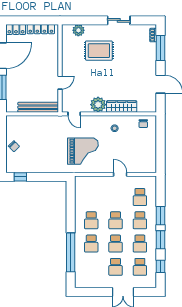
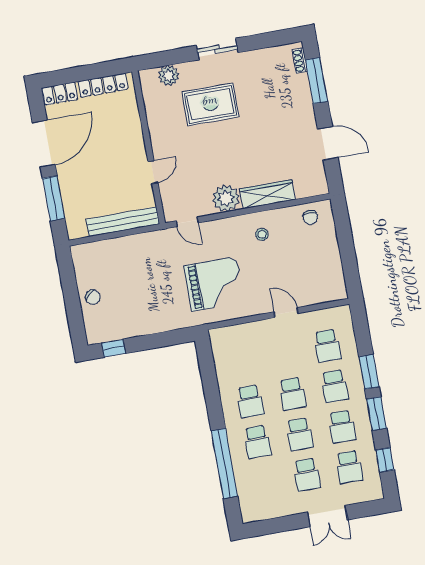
sliding door: (119, 20) -> (217, 49), moved

